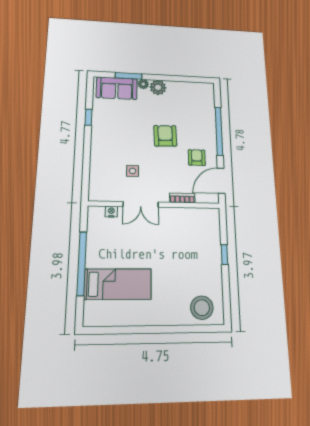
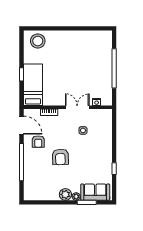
door: (221, 181) -> (21, 125), hinge flipped
bed: (118, 284) -> (33, 85), moved, turned 90

